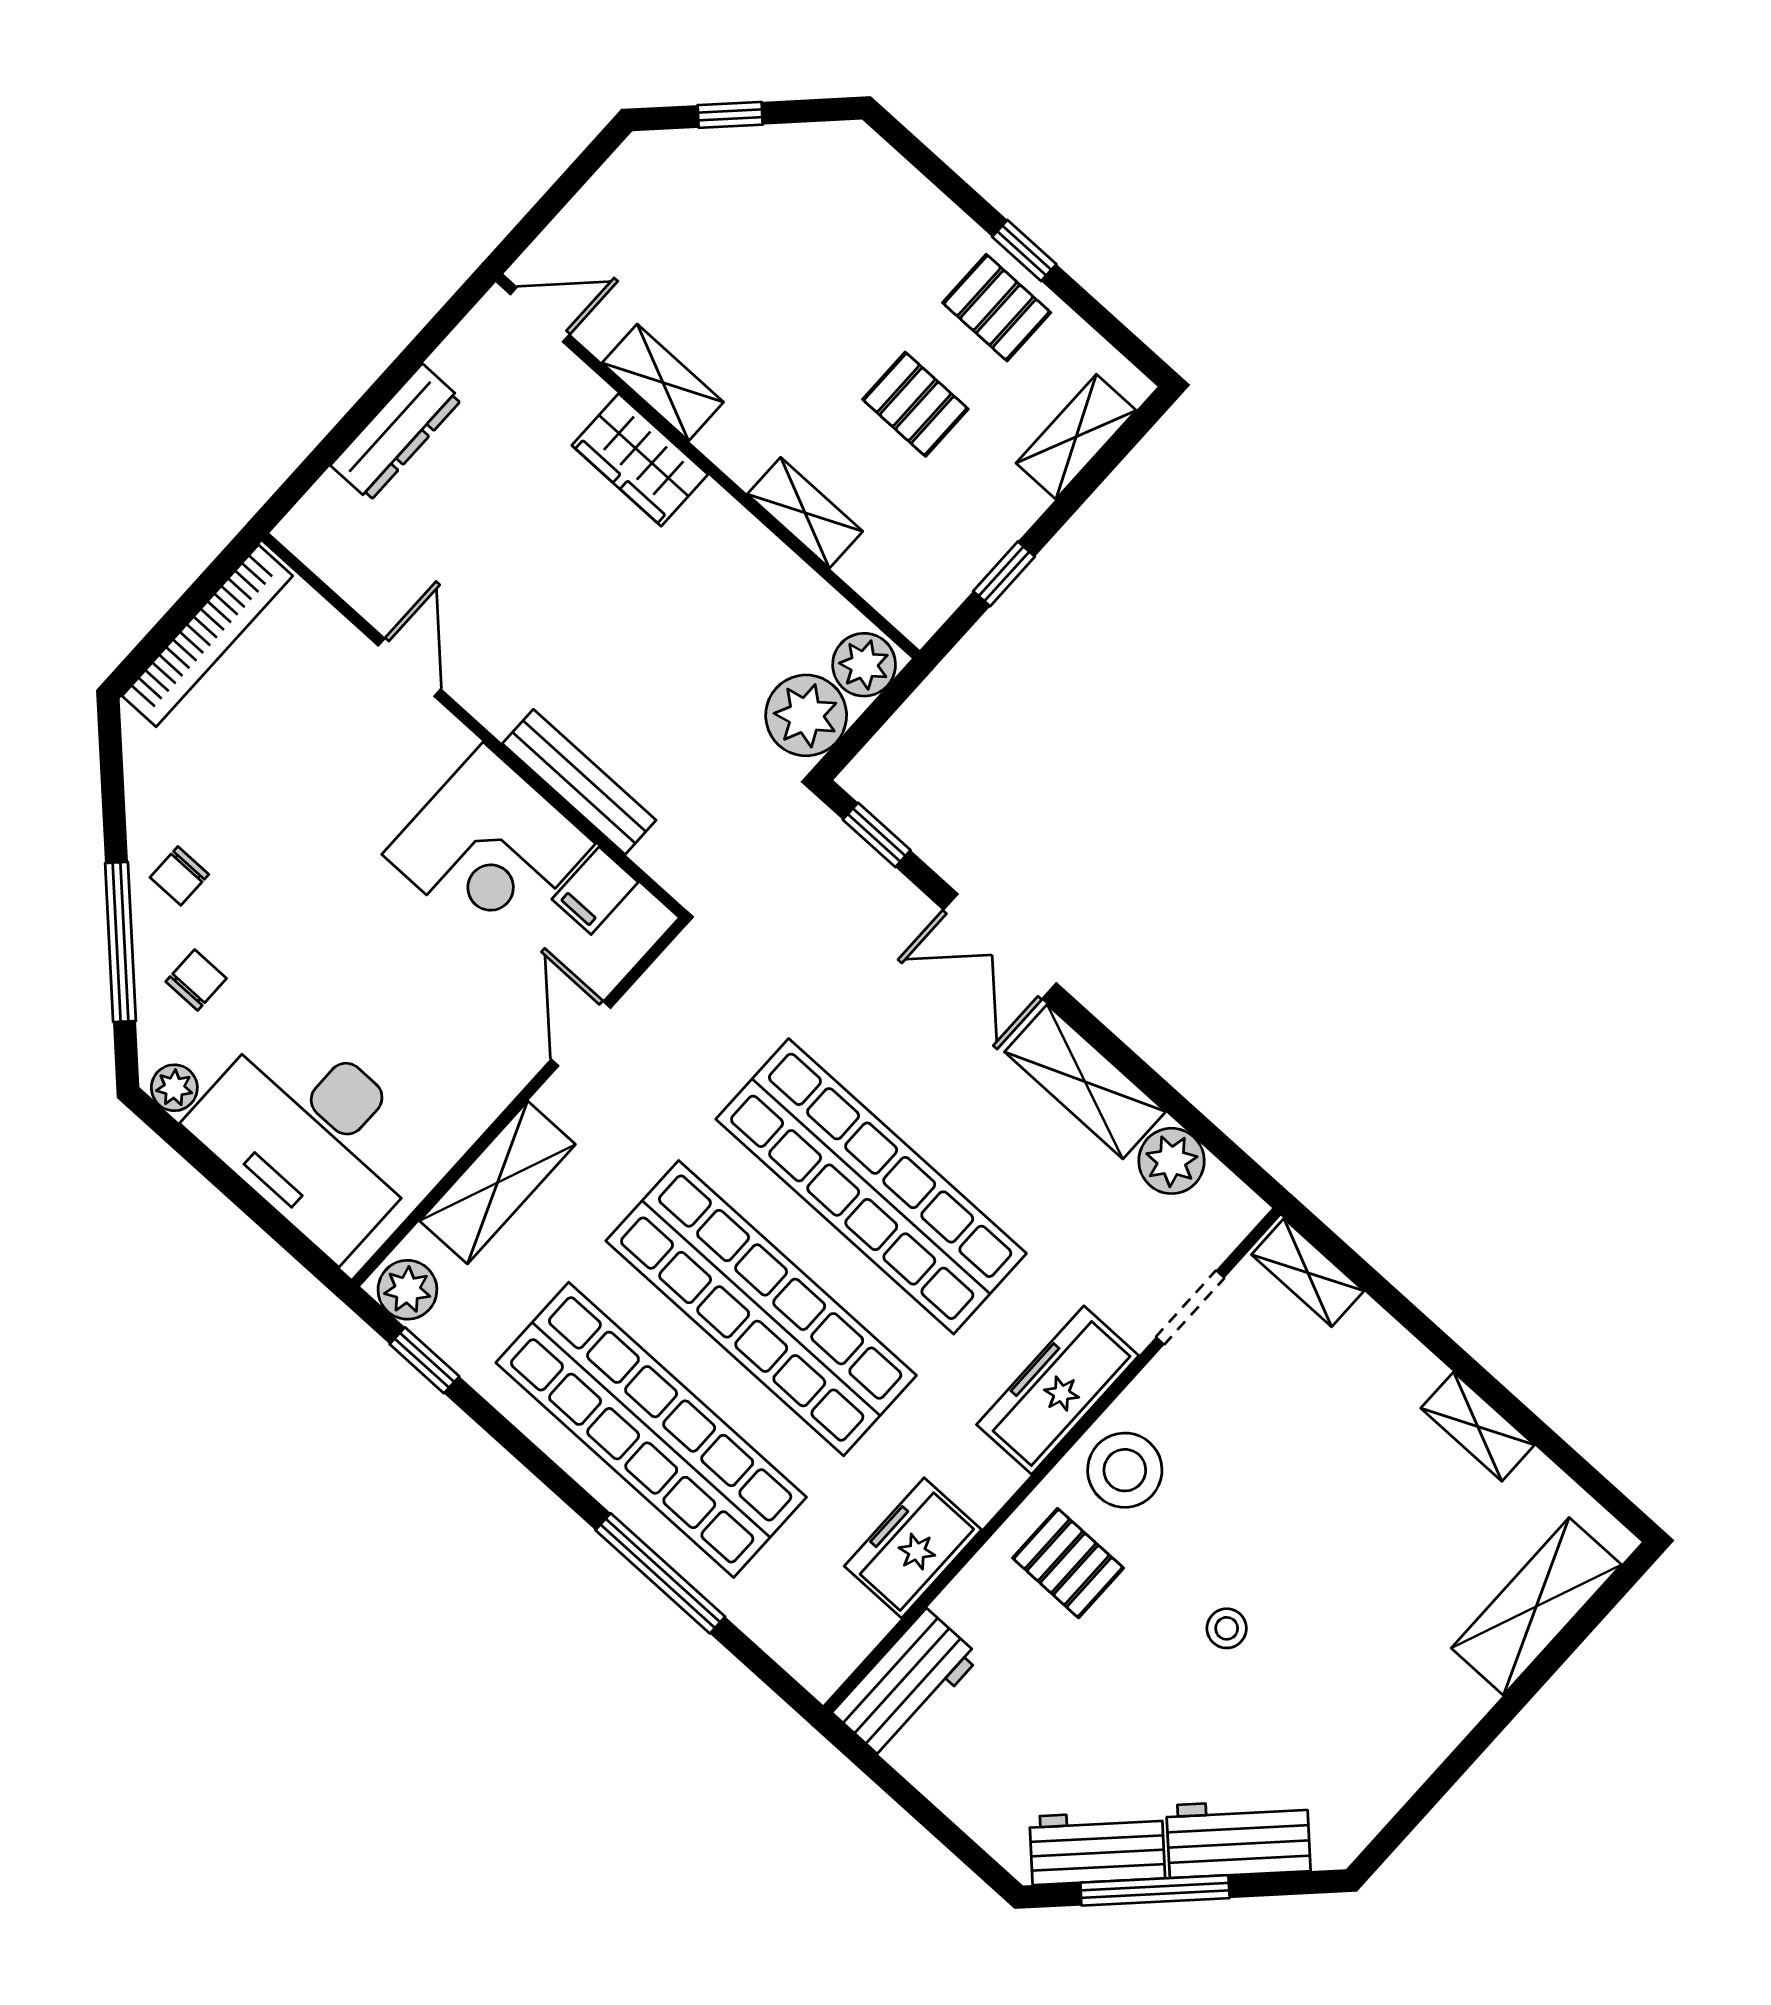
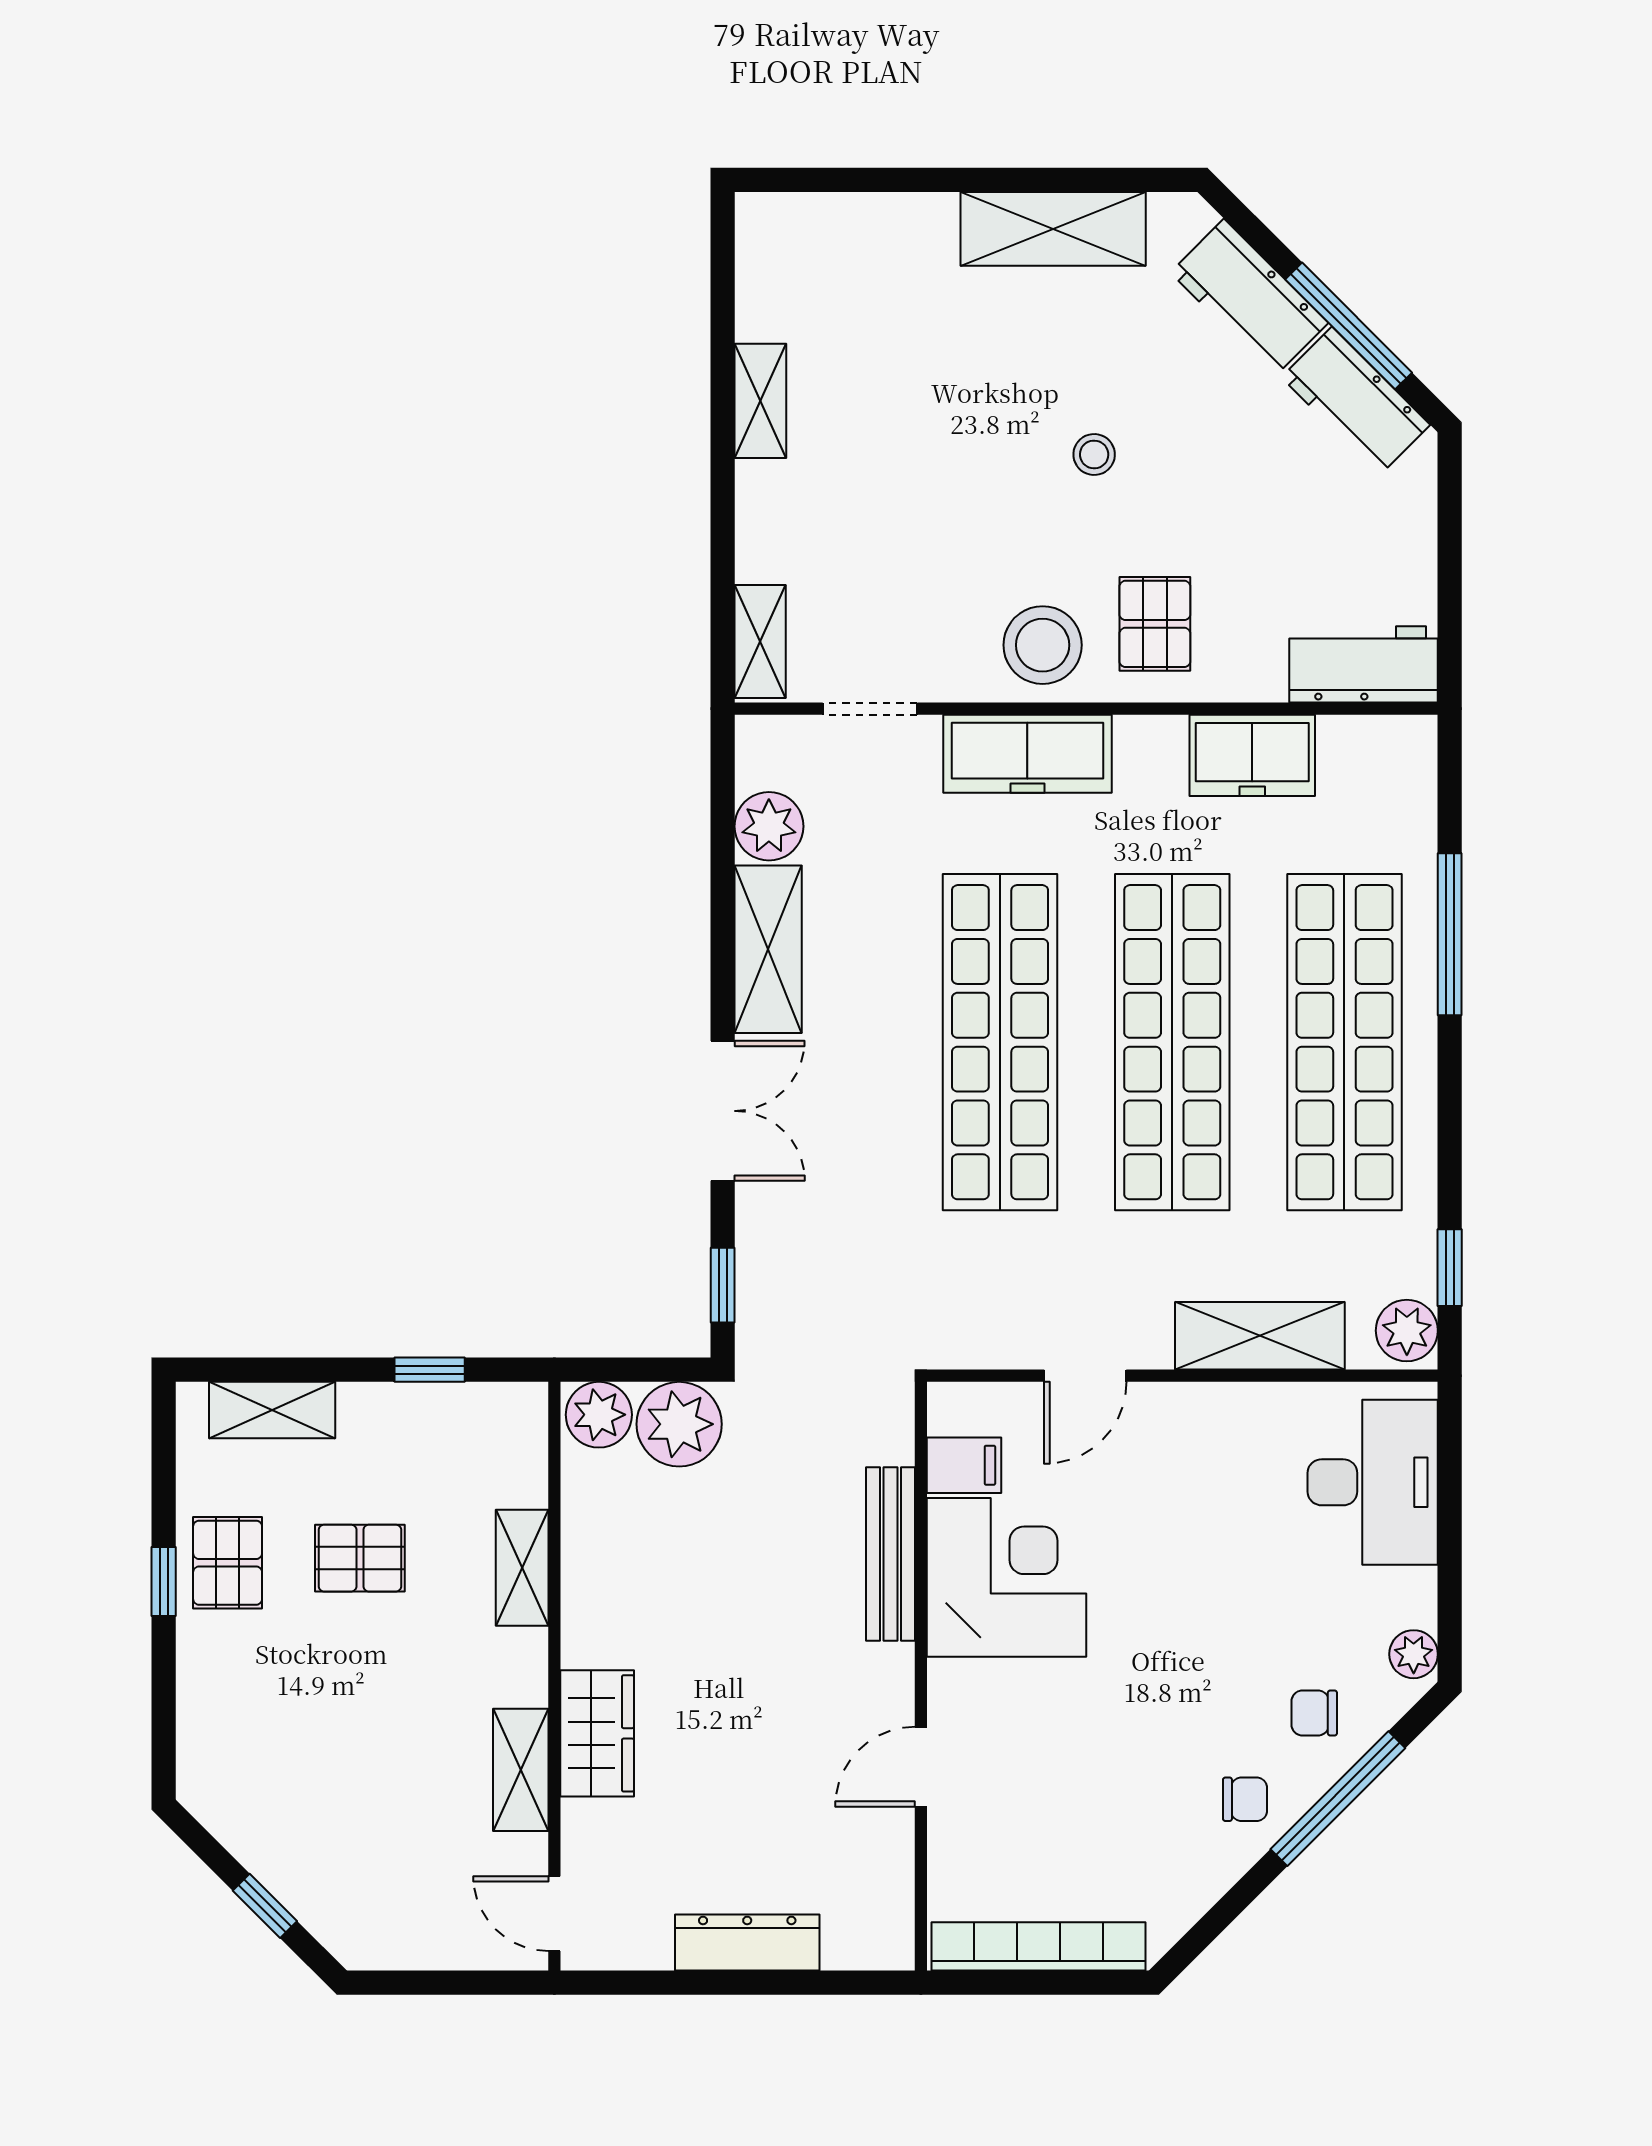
pallet: (915, 404) -> (360, 1558), turned 90
desk: (313, 1136) -> (1373, 1482), width x0.73, depth x0.77
shelving: (1536, 1606) -> (1053, 229), moved

